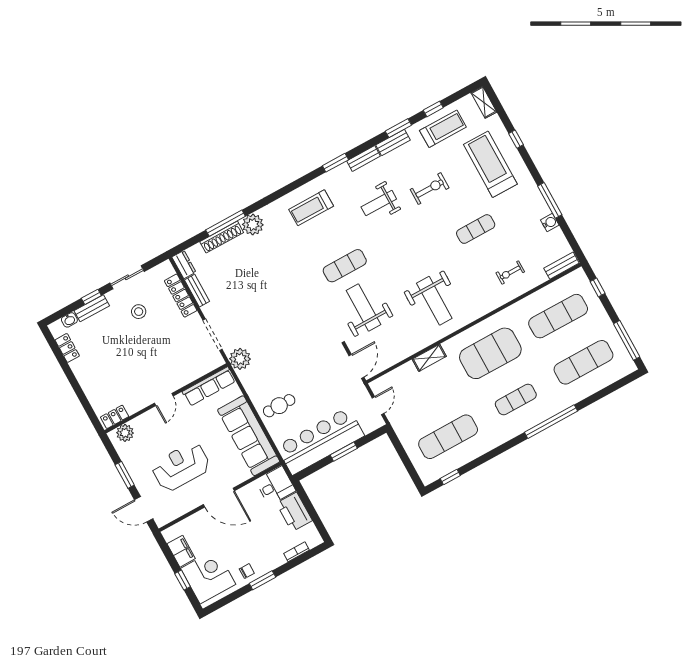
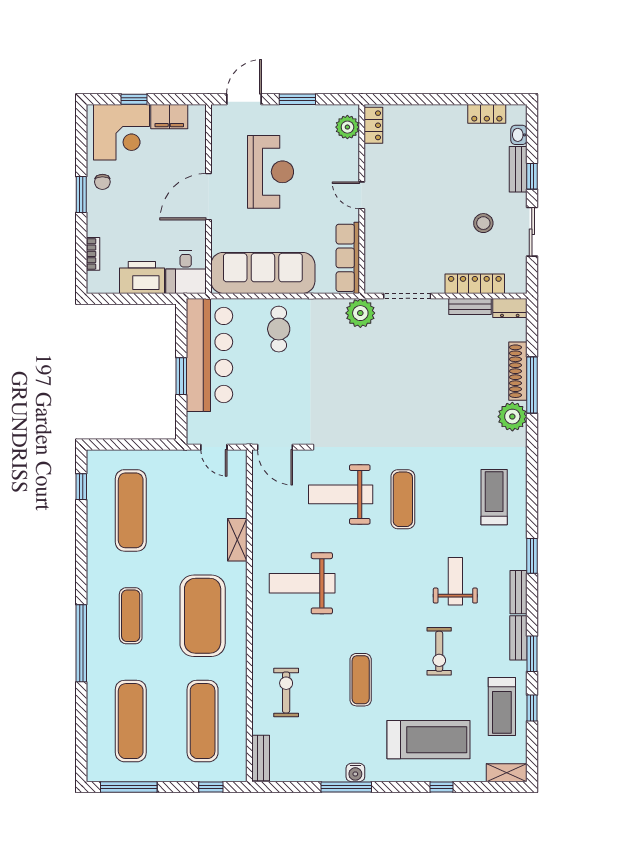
water cooler: (550, 223) -> (355, 772), moved
exercise bike: (510, 272) -> (286, 692), width x1.38, depth x1.39
weight bench: (364, 307) -> (341, 494), turned 180

